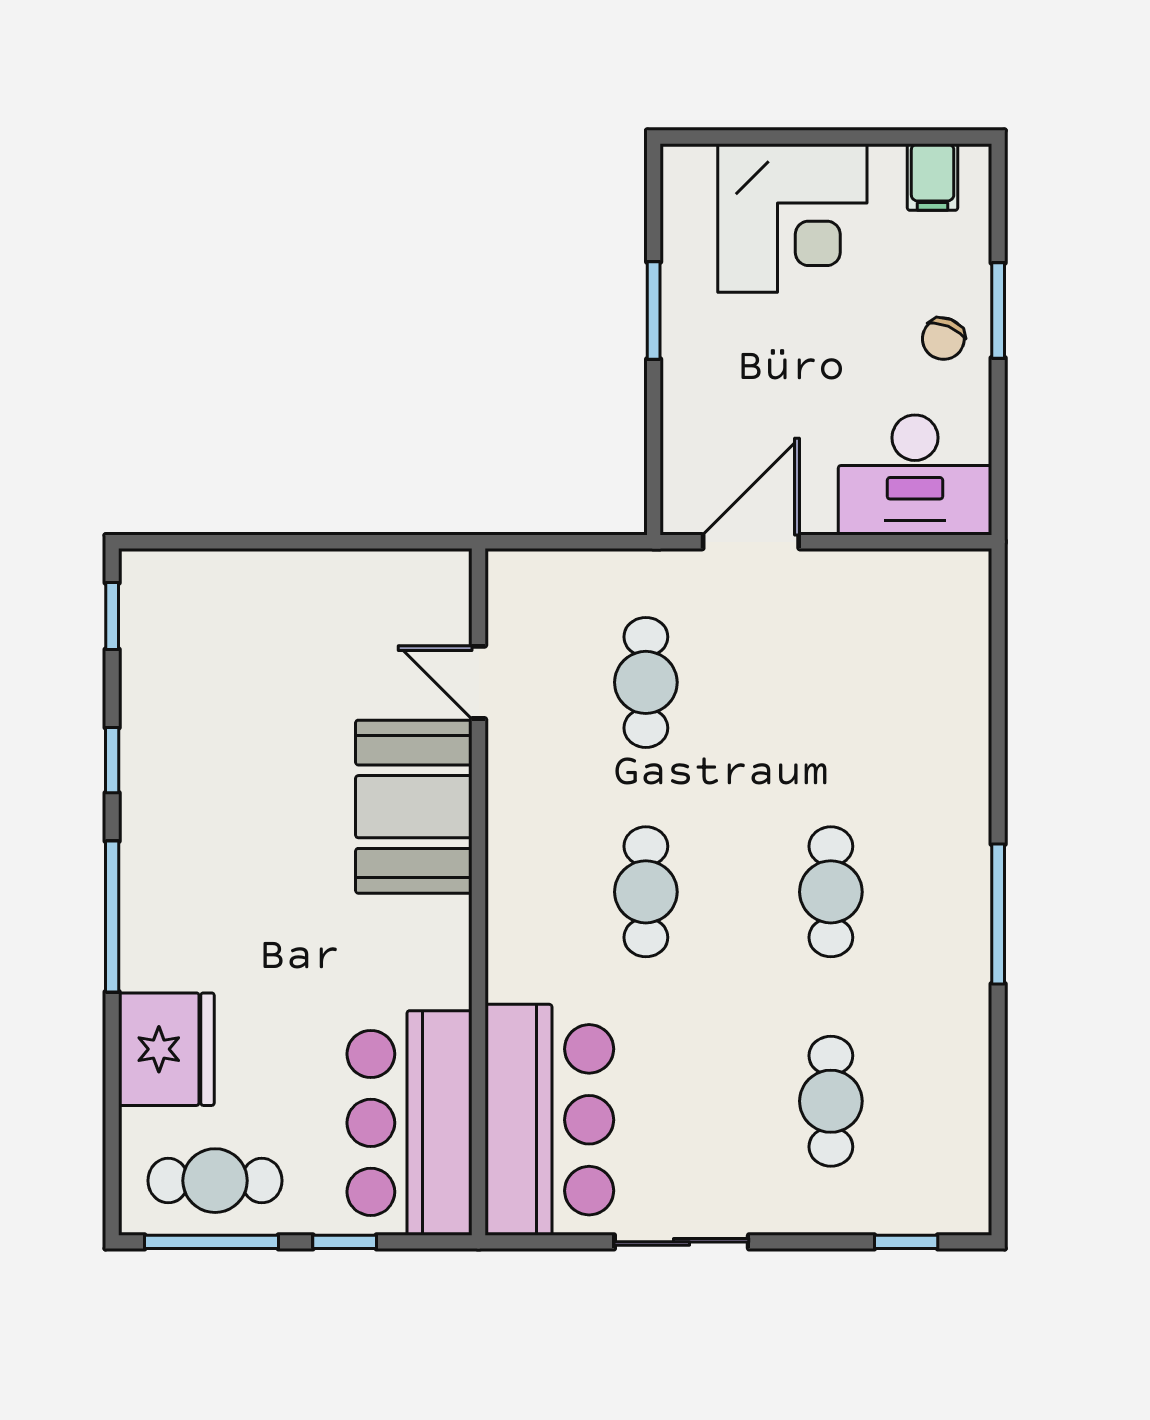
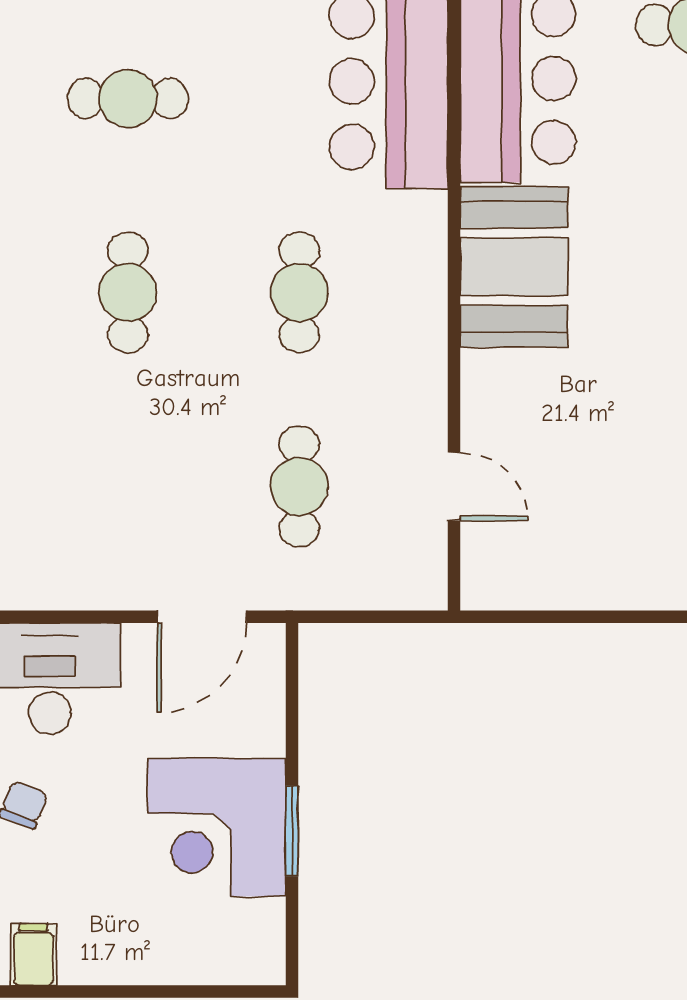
corner desk: (792, 218) -> (217, 827), moved, turned -90
booth: (414, 807) -> (514, 267), moved
cafe table: (831, 1101) -> (128, 98), turned 90

